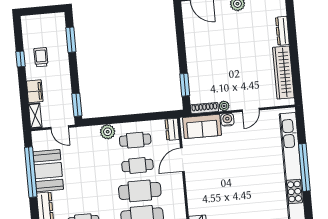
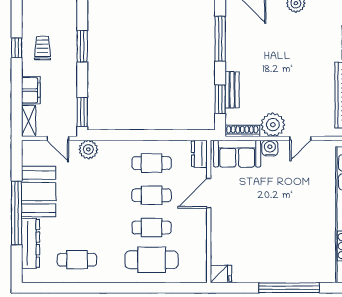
window: (180, 37) -> (220, 39), added
window: (71, 40) -> (82, 46), moved
bench: (193, 77) -> (232, 90), added
plant: (224, 106) -> (273, 125), width x1.88, depth x1.88
plant: (108, 132) -> (88, 149), moved
window: (31, 172) -> (17, 213), moved
cafe table: (140, 191) -> (152, 228), width x0.73, depth x0.74

